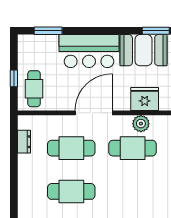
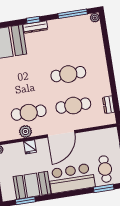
cafe table: (34, 89) -> (105, 169), moved
fridge: (145, 99) -> (30, 147), width x0.53, depth x0.75

